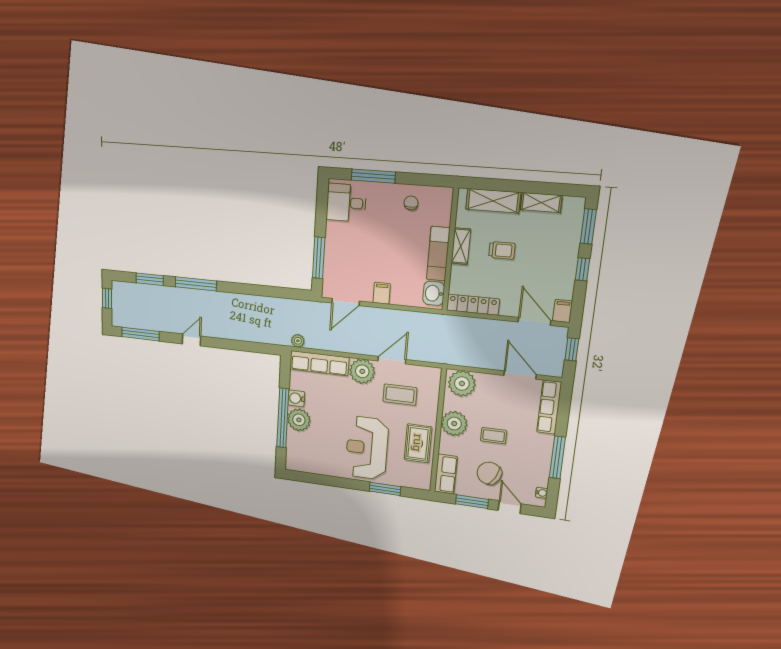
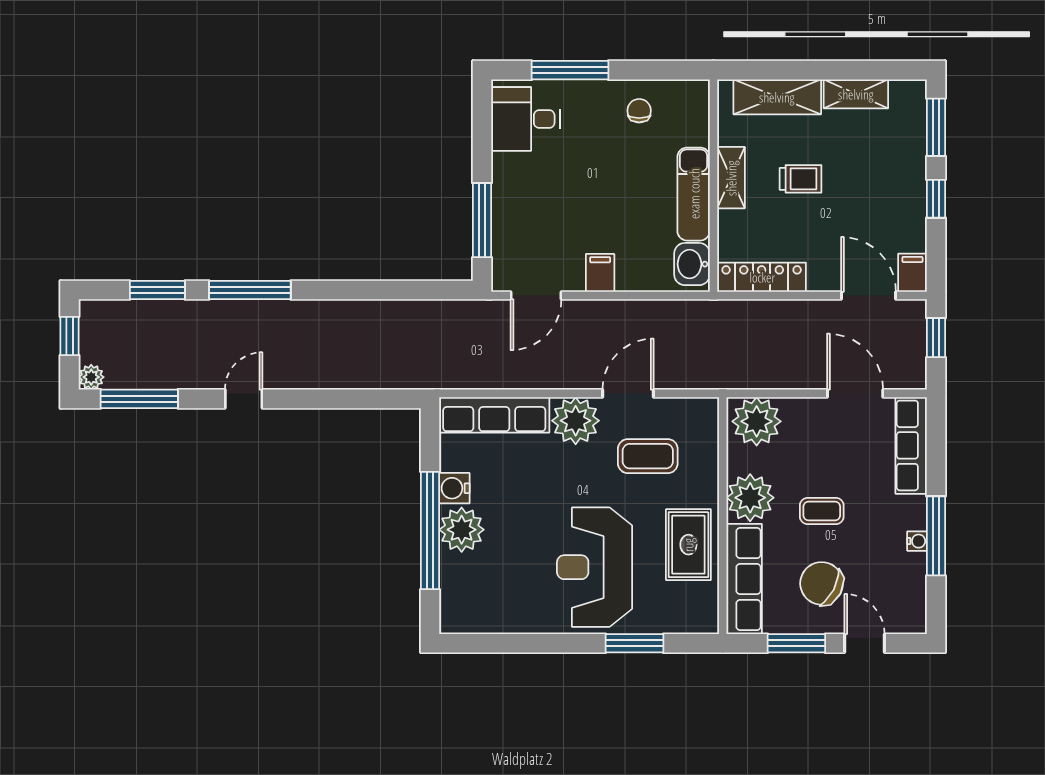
plant: (298, 341) -> (91, 377), moved
row of seats: (446, 474) -> (744, 579), width x1.48
water cooler: (542, 493) -> (917, 541), moved

